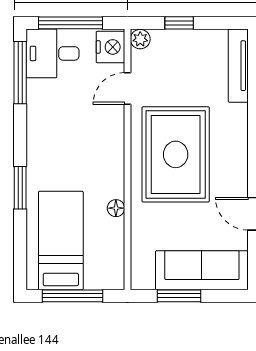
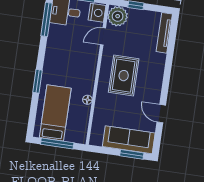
plant: (140, 39) -> (118, 16), width x1.88, depth x1.88
rug: (176, 154) -> (124, 76), width x0.73, depth x0.69
window: (179, 296) -> (132, 154), moved

